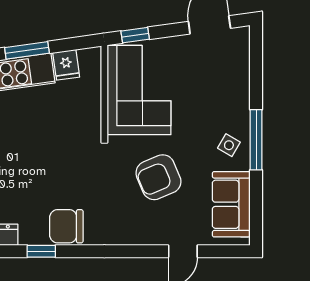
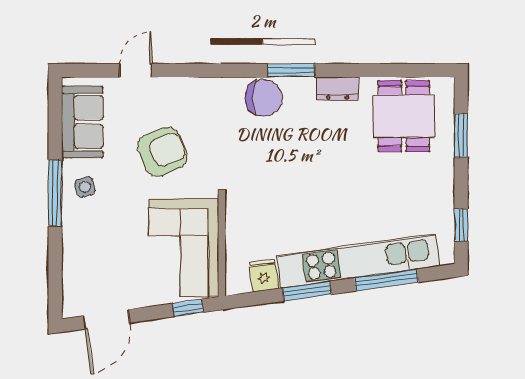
side table: (229, 145) -> (85, 187), turned 45
window: (41, 251) -> (291, 70), width x1.50

